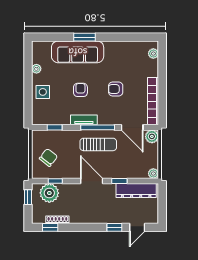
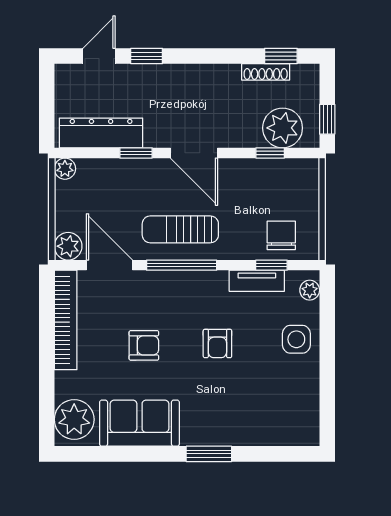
sofa: (78, 52) -> (139, 423), moved, width x0.73
plant: (153, 54) -> (74, 419), width x1.87, depth x1.87
plant: (36, 69) -> (310, 290), moved
tv unit: (84, 120) -> (257, 281), moved
chair: (48, 158) -> (281, 235), moved, turned 142

